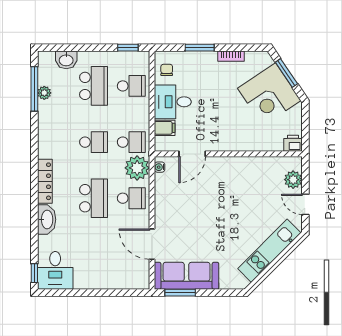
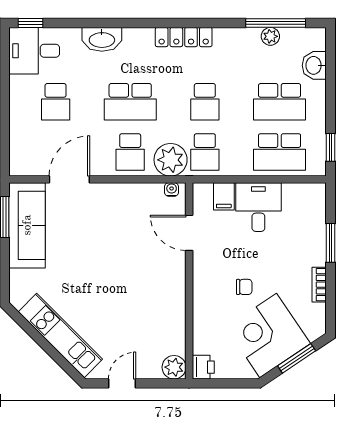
chair: (167, 70) -> (244, 287), moved
school desk: (131, 86) -> (280, 152), width x1.85
plant: (293, 180) -> (174, 367), moved
locker: (45, 181) -> (184, 37), moved
school desk: (94, 254) -> (56, 102), added

